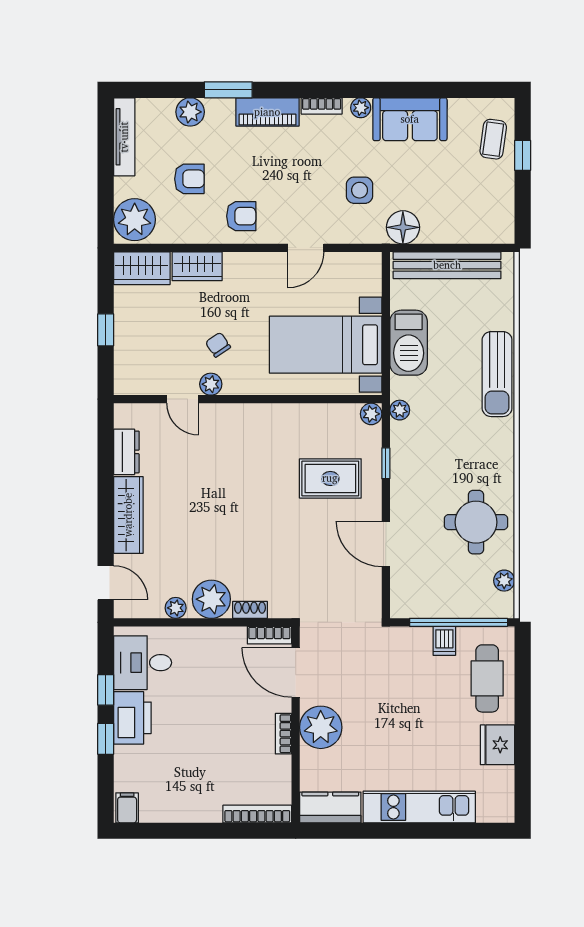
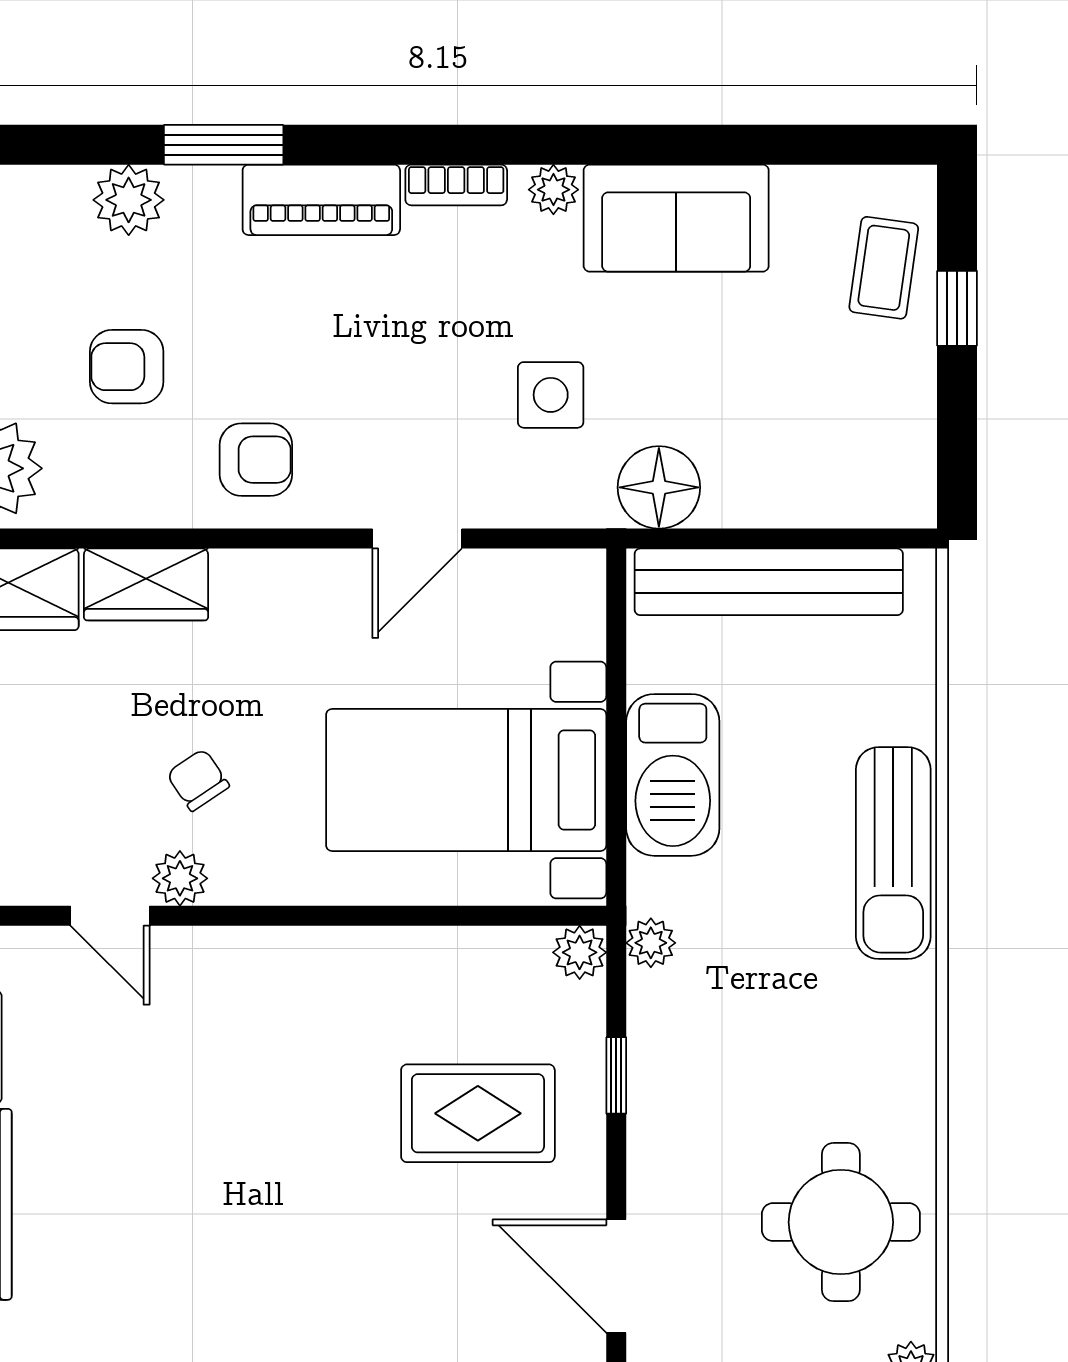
armchair: (189, 179) -> (127, 367), turned 180

